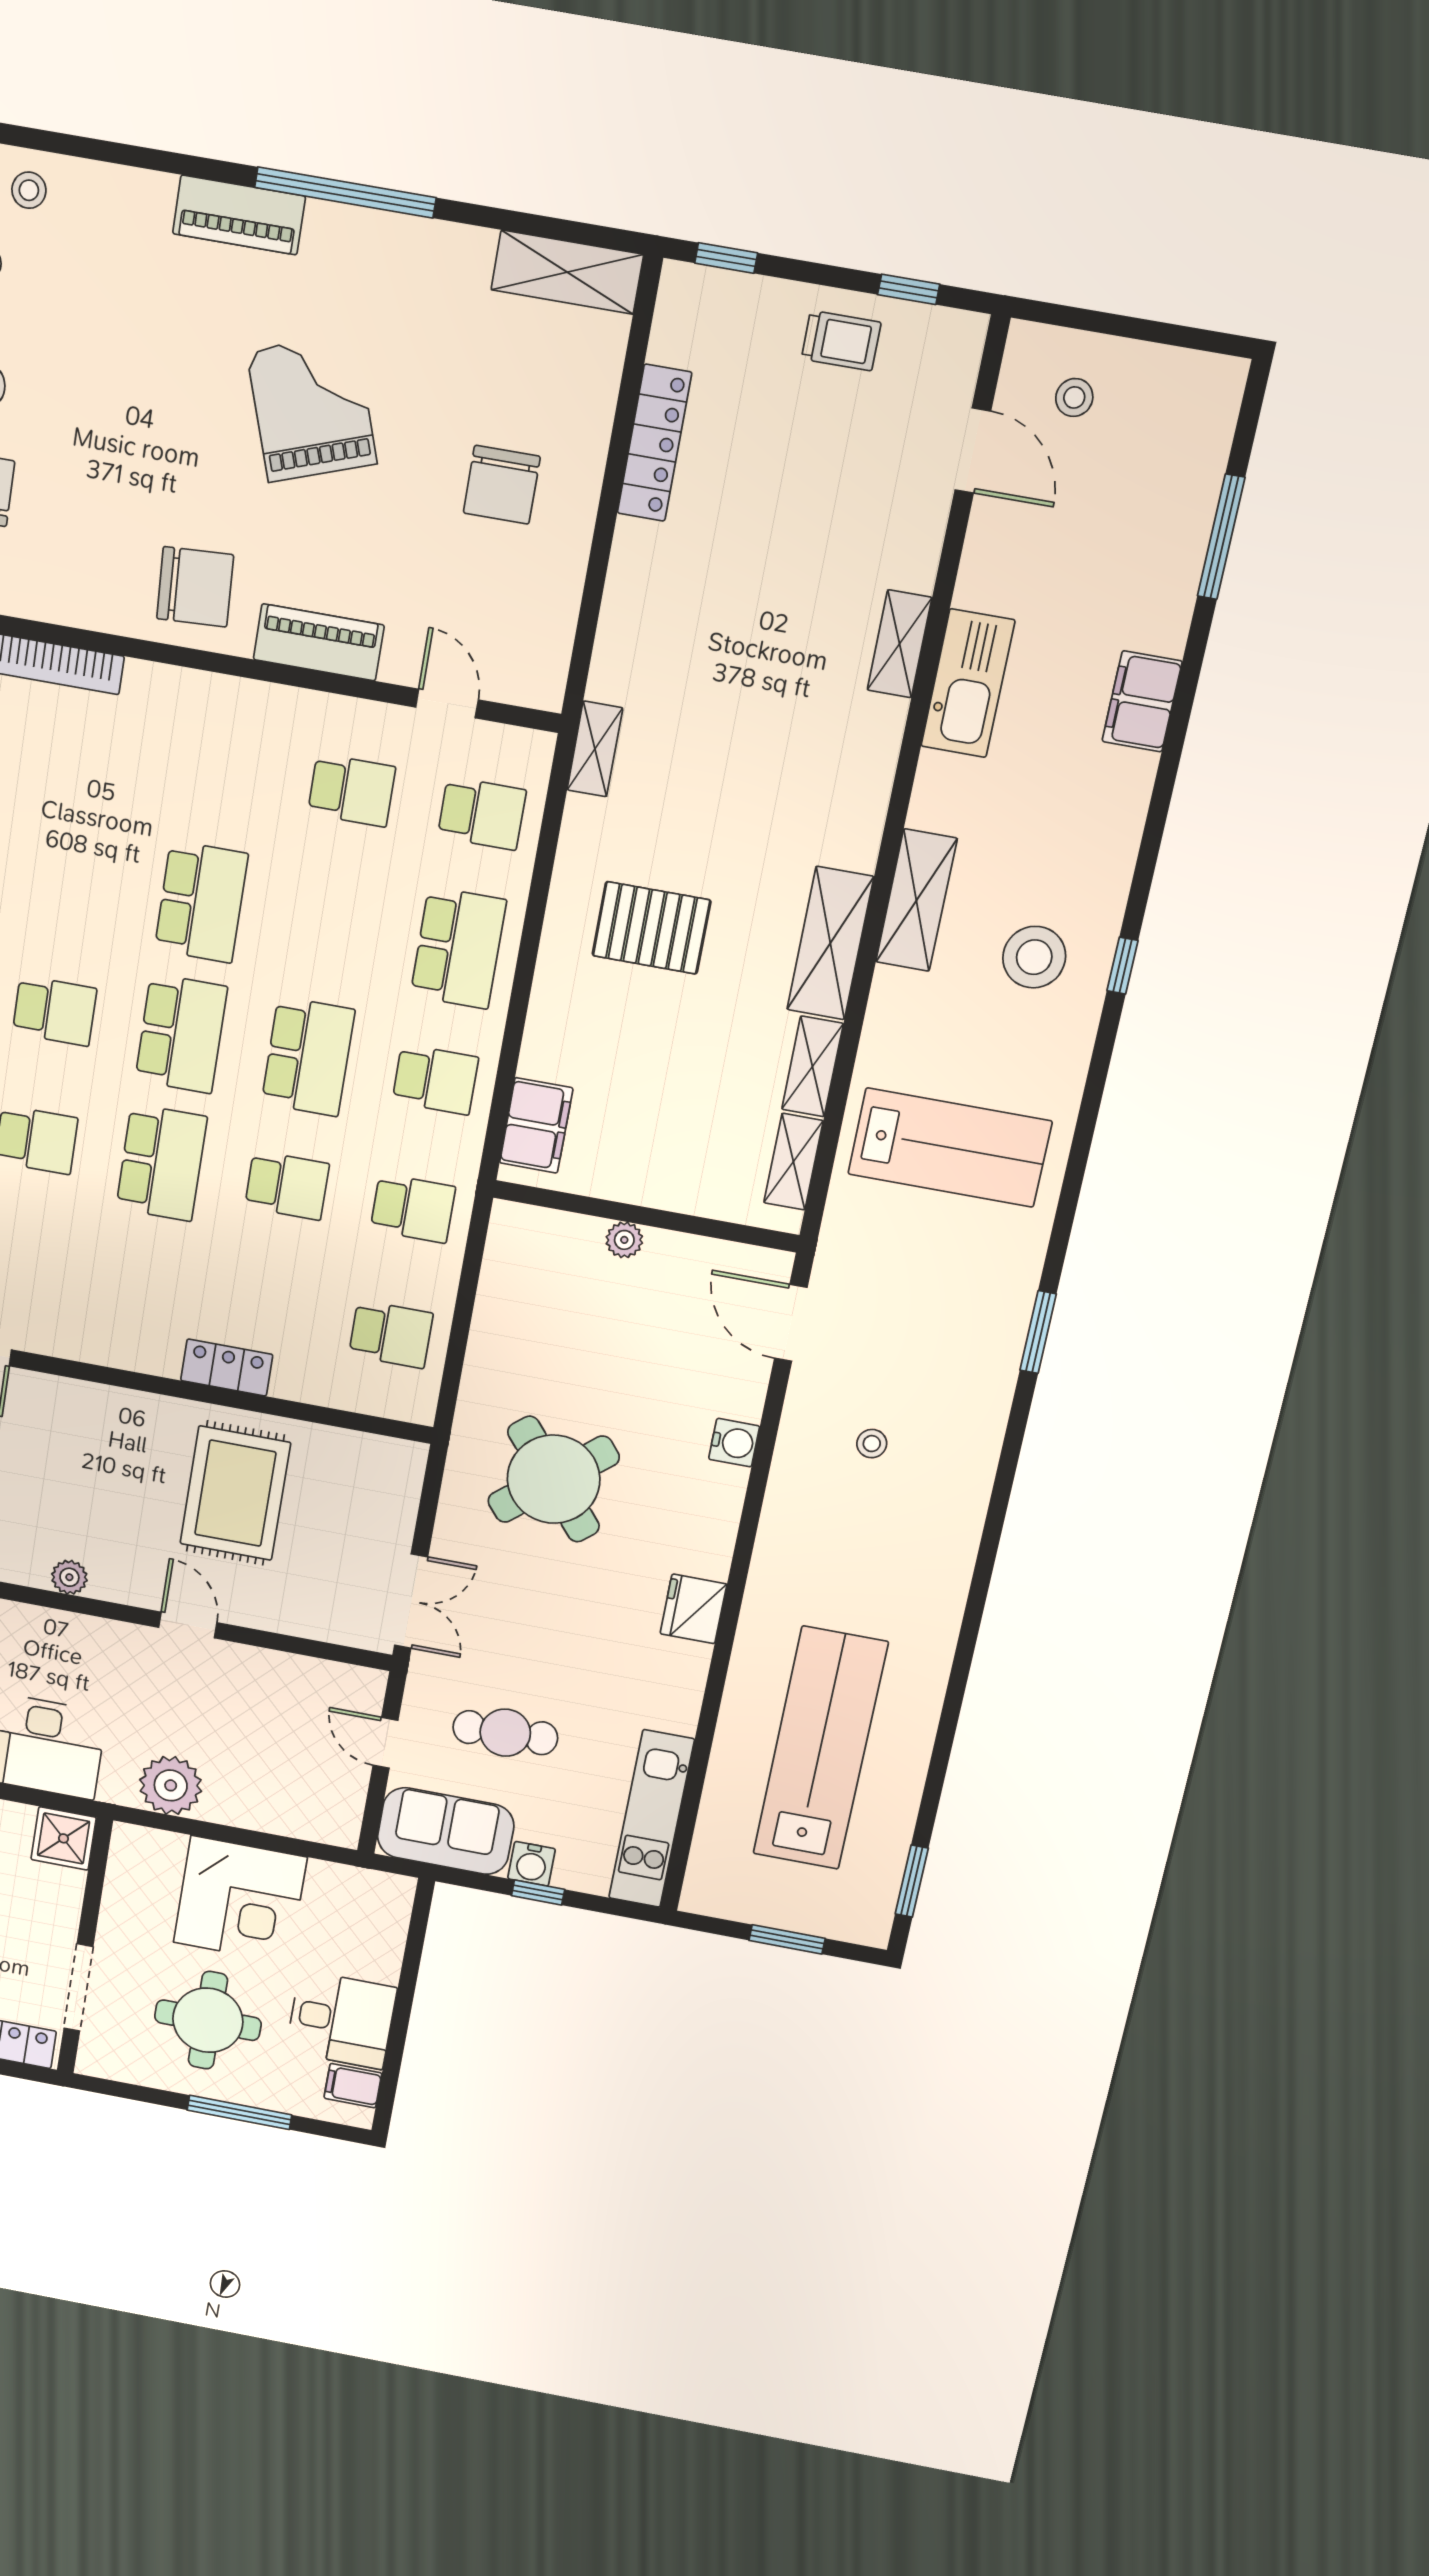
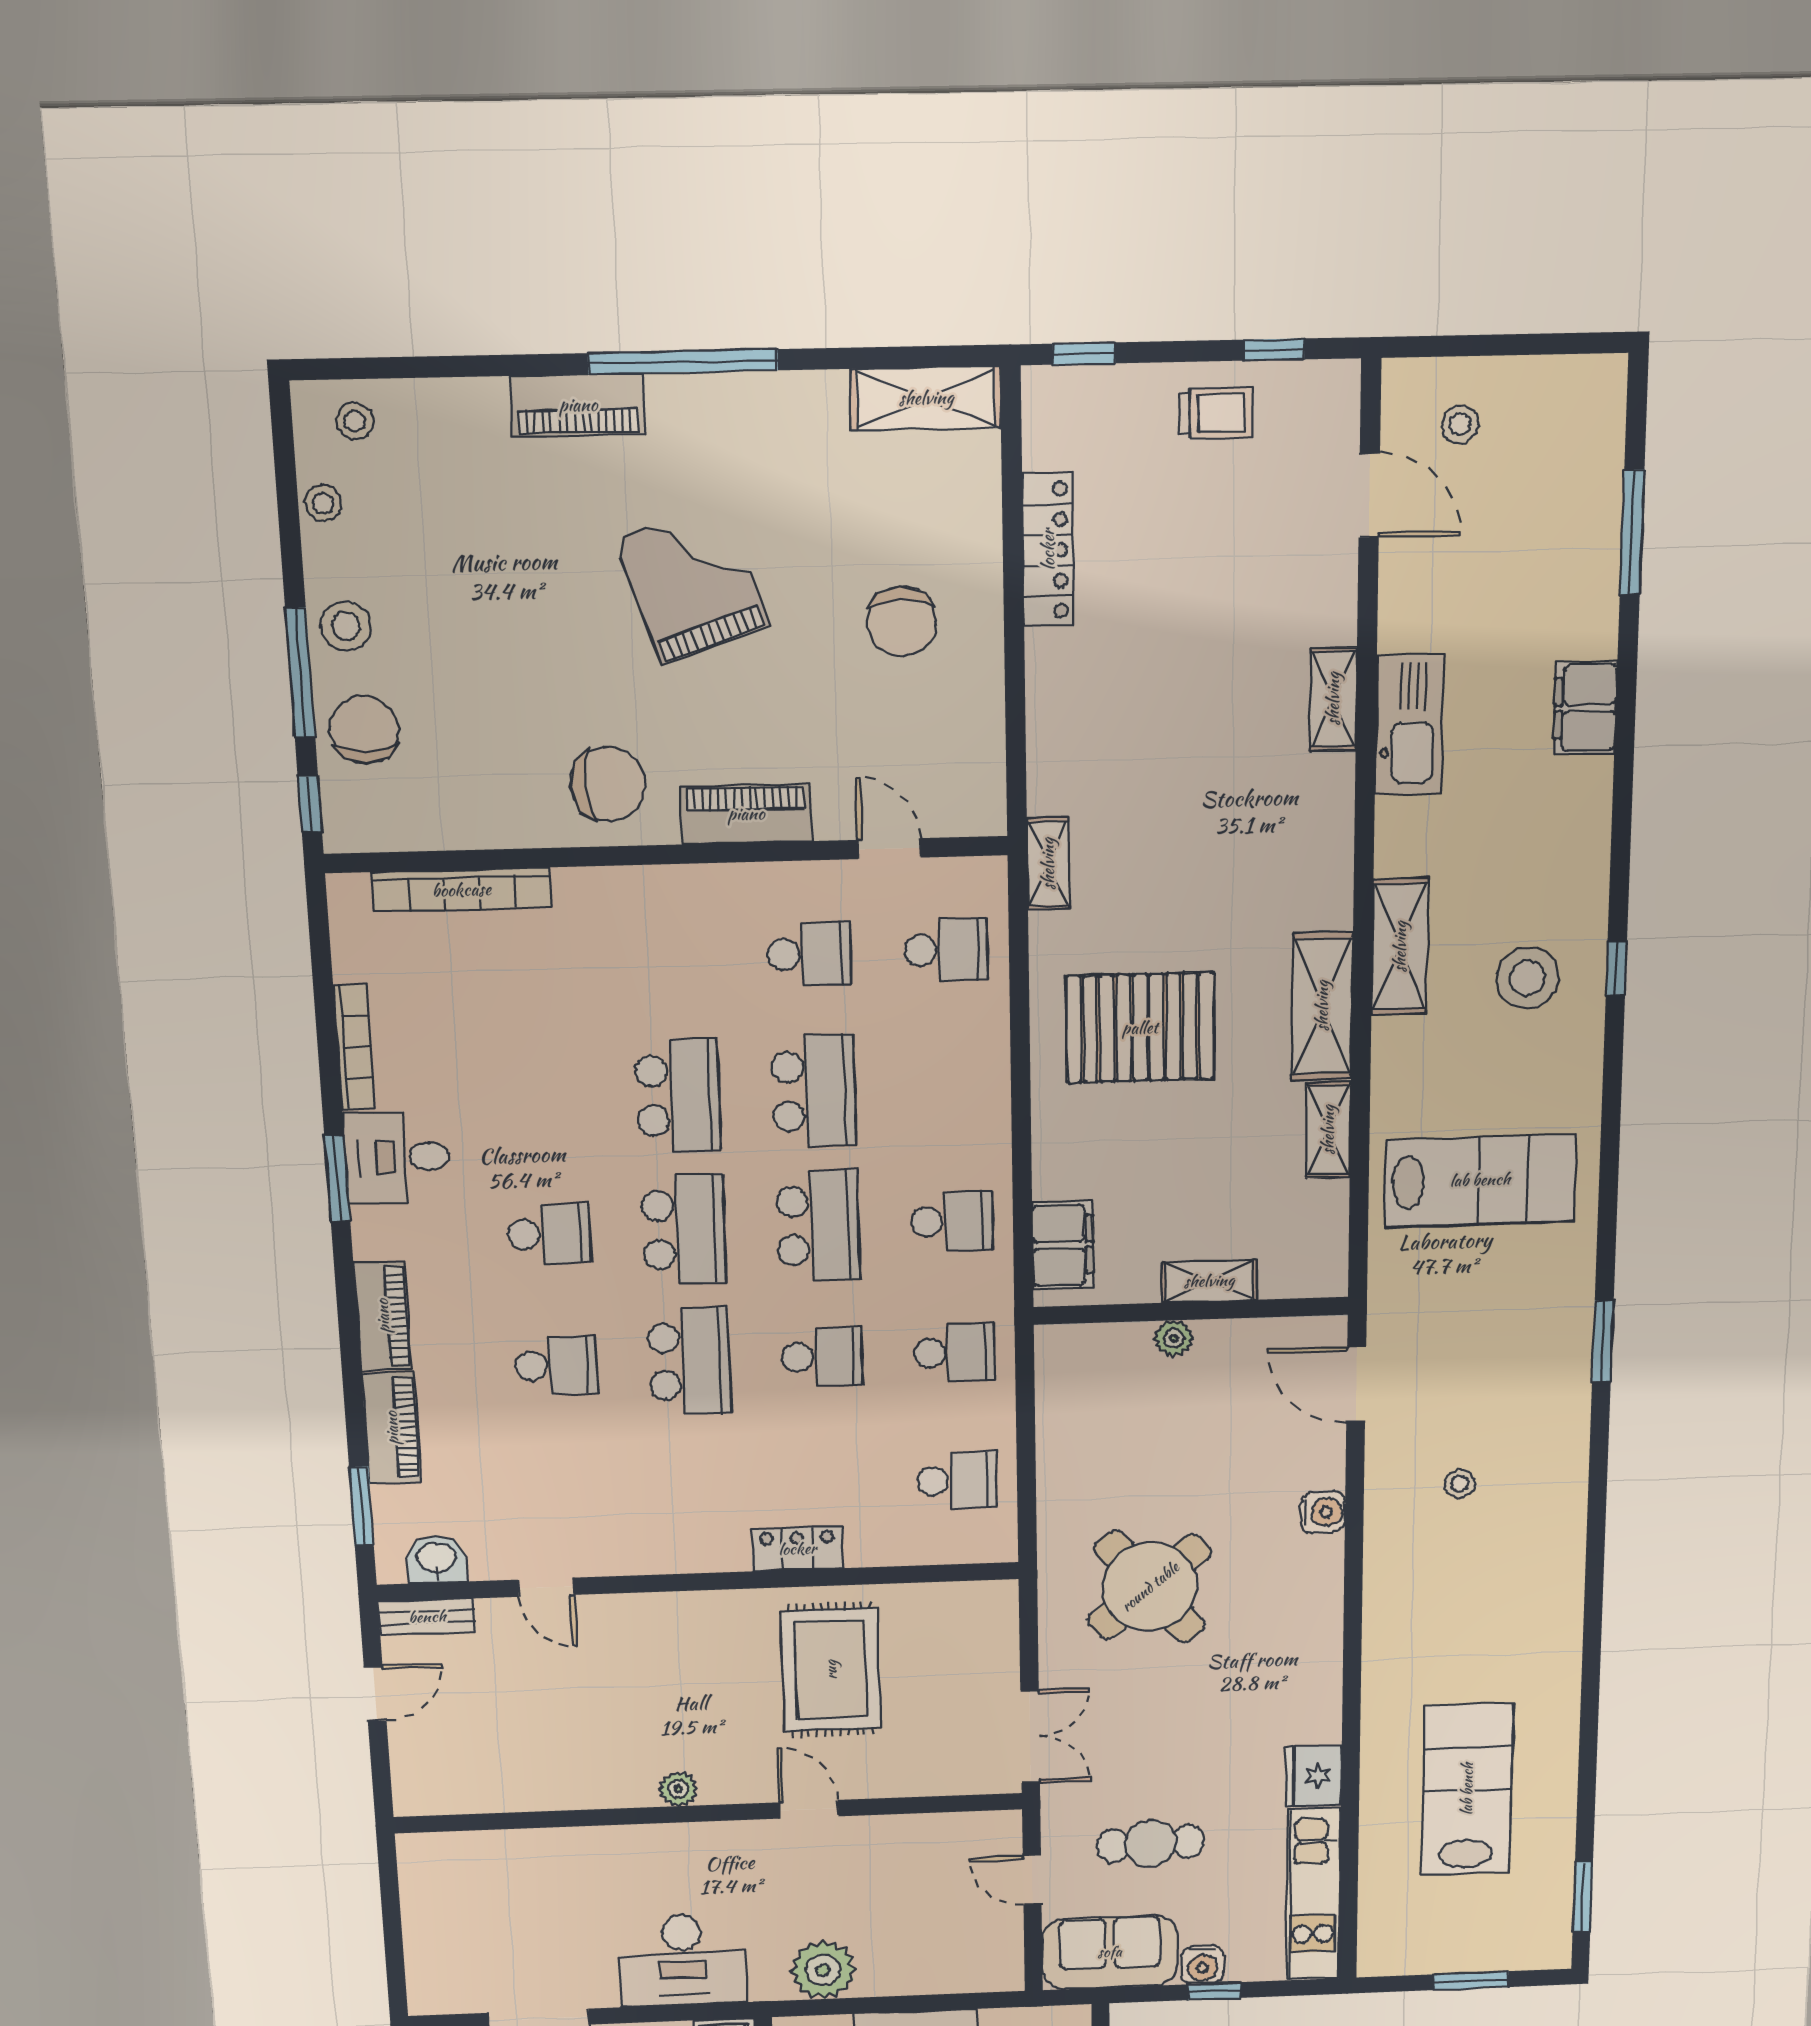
pallet: (651, 928) -> (1140, 1028), width x1.37, depth x1.41
school desk: (458, 948) -> (814, 1091), moved
shelving: (793, 1162) -> (1209, 1281), moved, turned 90
fridge: (693, 1609) -> (1313, 1776), moved
lab bench: (820, 1748) -> (1467, 1789), width x0.73

